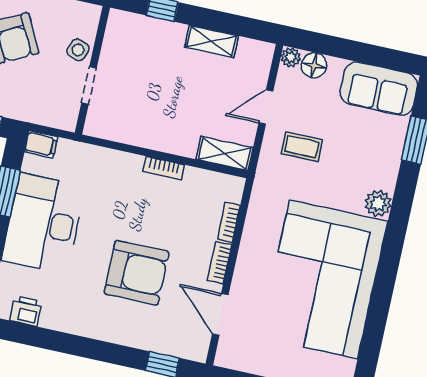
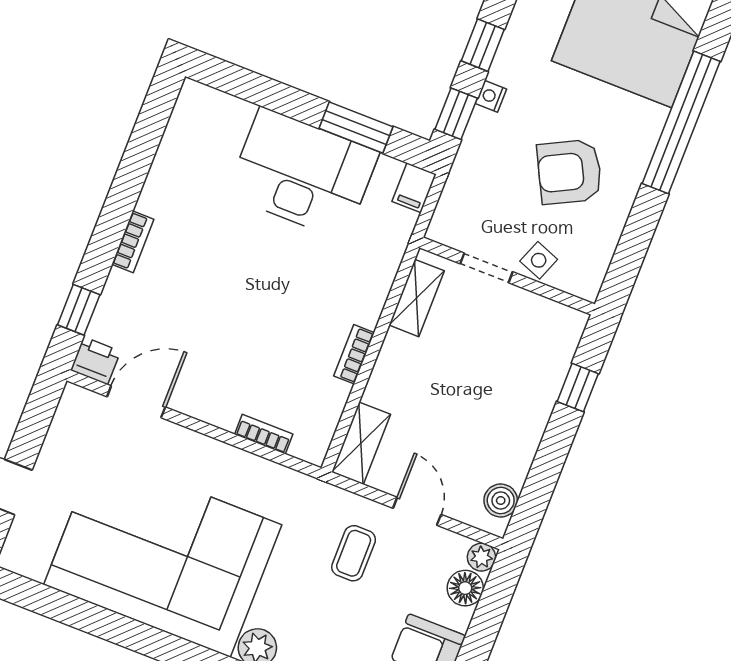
shelving: (212, 41) -> (417, 298), moved
boiler: (249, 50) -> (501, 501), added
bookcase: (220, 262) -> (133, 242), moved, turned 90
armchair: (137, 273) -> (213, 293), removed
printer: (26, 311) -> (95, 361), moved, turned -90

